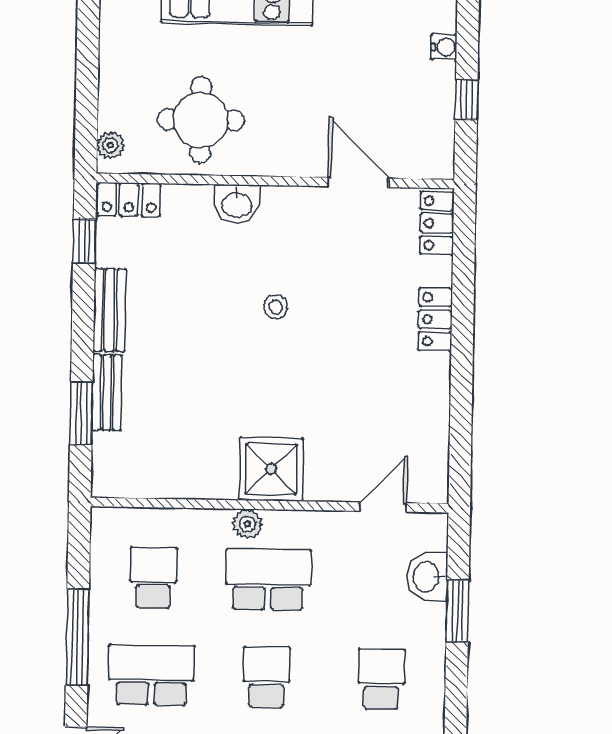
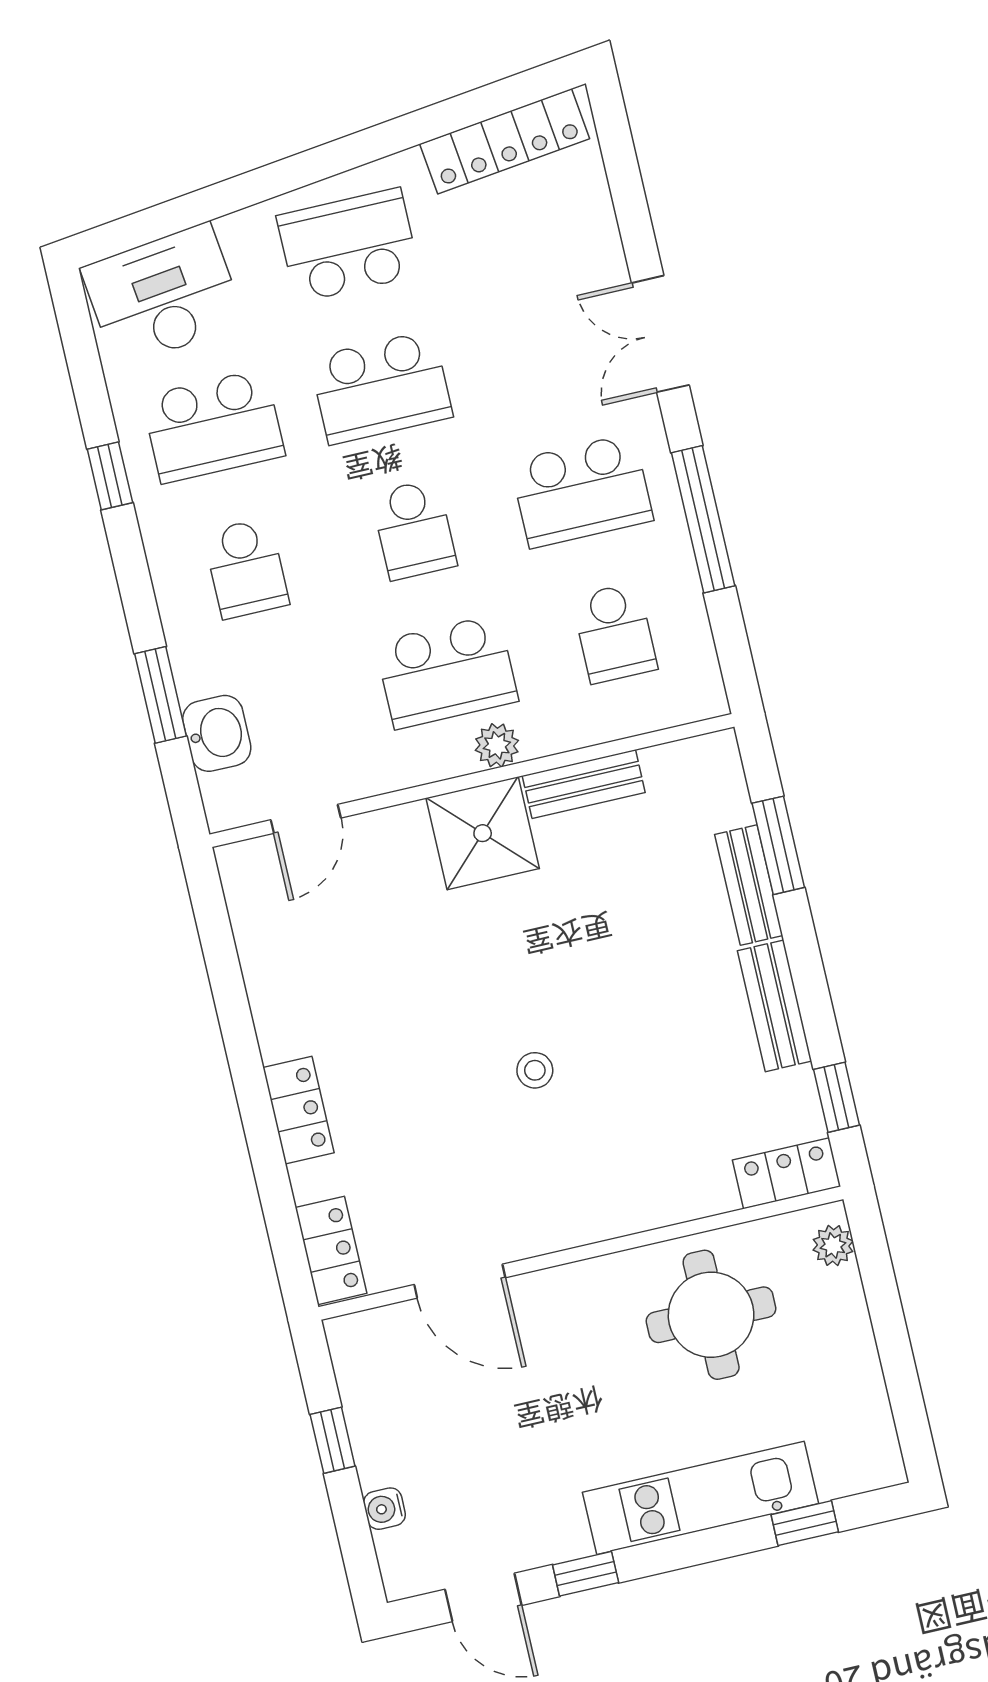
washbasin: (237, 204) -> (628, 1206), removed
bench: (198, 485) -> (584, 784), added

